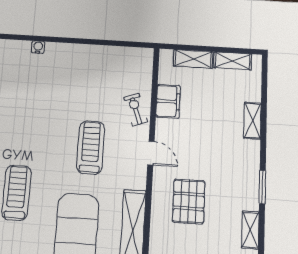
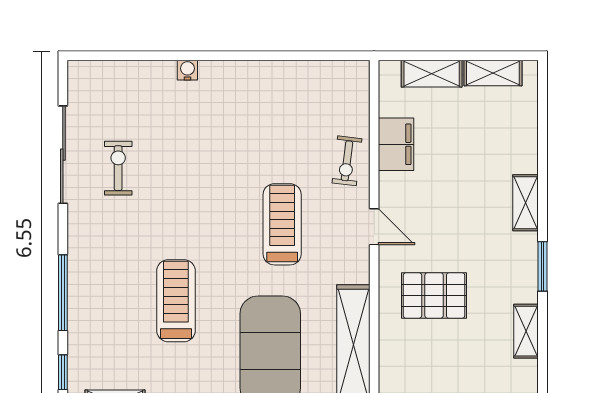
exercise bike: (136, 110) -> (347, 161), turned -153
shelving: (252, 121) -> (526, 203), moved
pallet: (189, 201) -> (434, 295), turned 90

